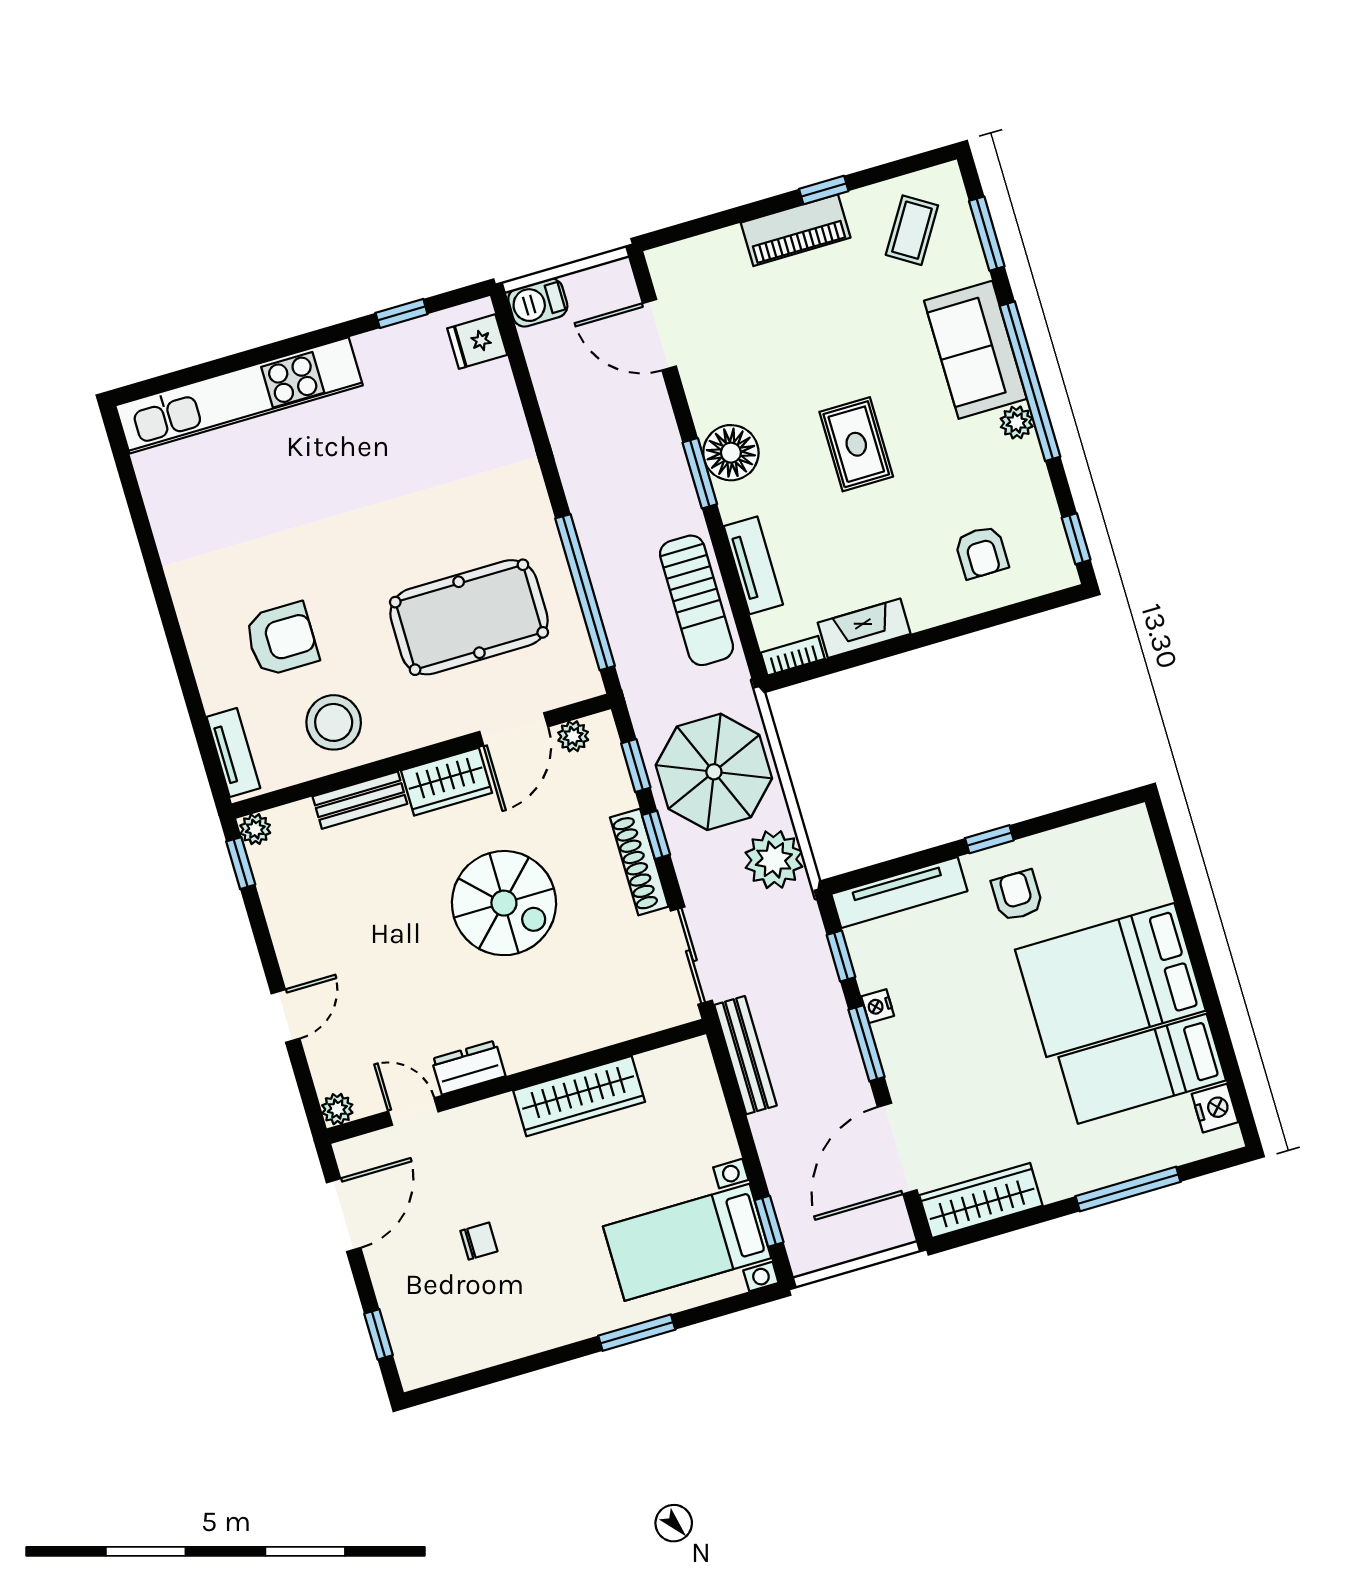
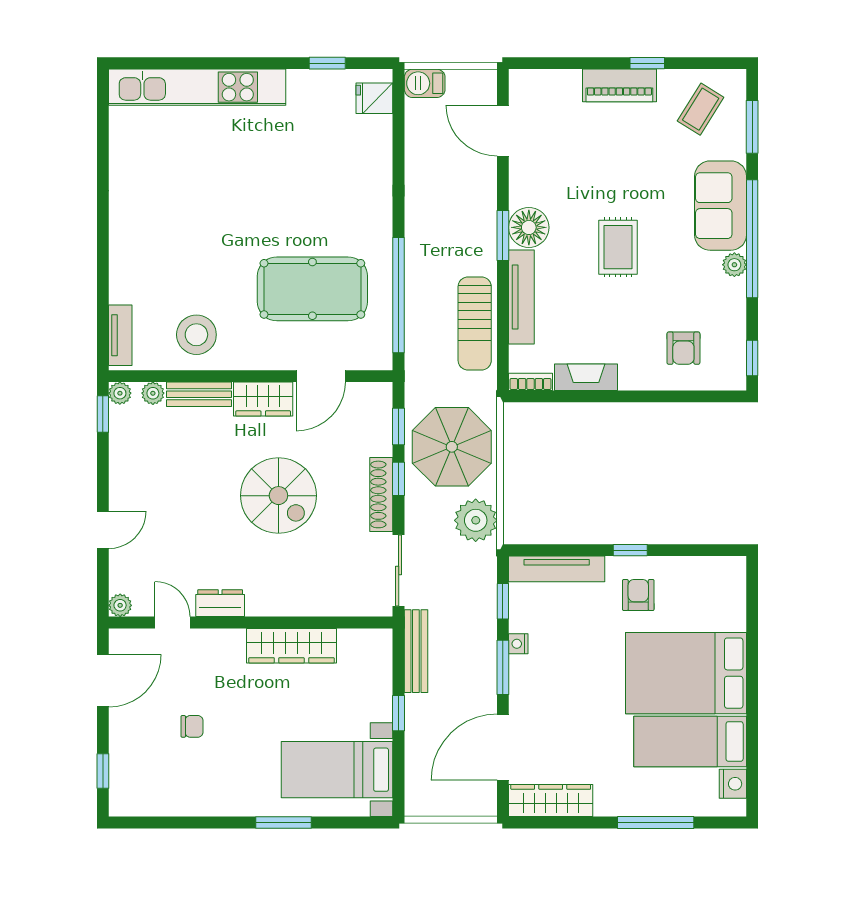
tv unit: (753, 565) -> (521, 297), width x1.41
armchair: (282, 639) -> (177, 266), removed
plant: (573, 736) -> (153, 393), moved
window: (769, 1221) -> (399, 713), moved

